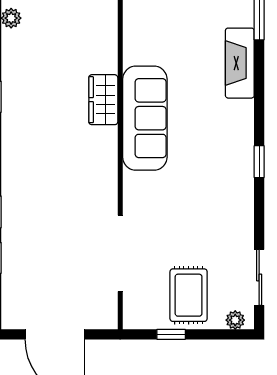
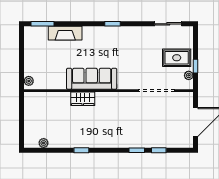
plant: (235, 320) -> (189, 75), moved

